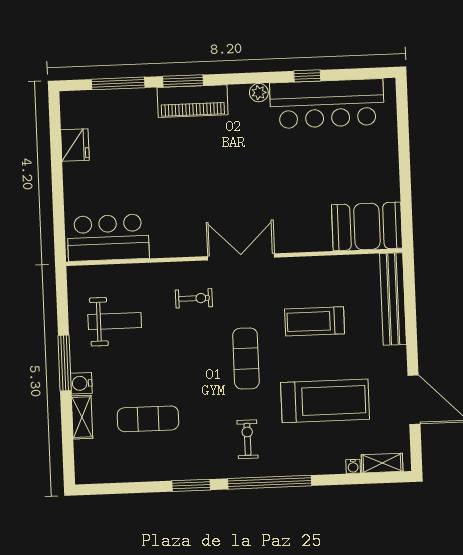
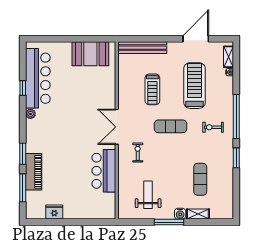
piano: (193, 101) -> (34, 172), moved
booth: (367, 226) -> (90, 54), moved, turned 90
bar counter: (108, 238) -> (104, 171), moved

